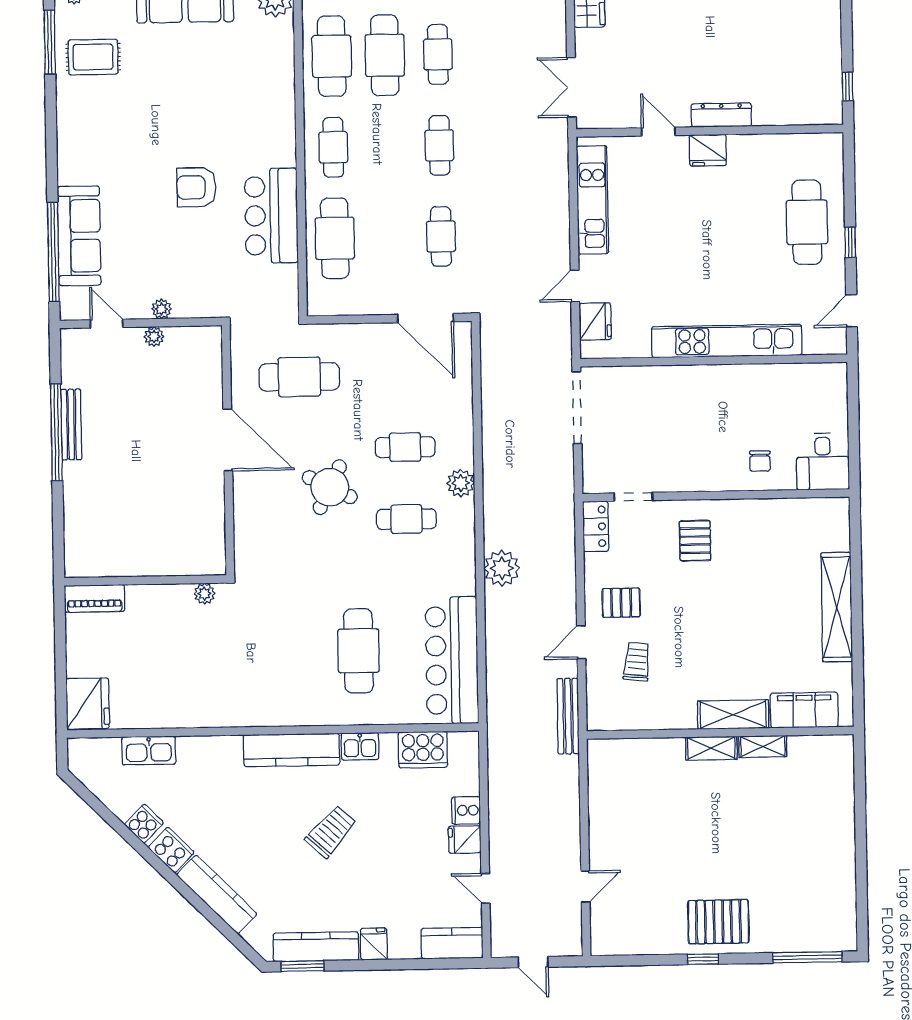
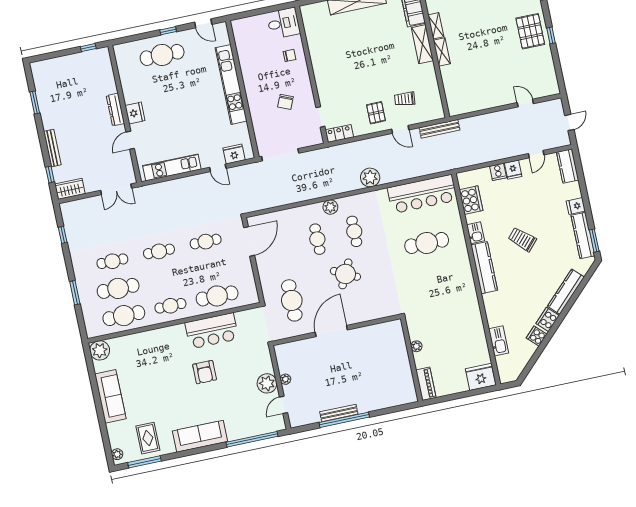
sofa: (79, 236) -> (200, 436), moved
plant: (161, 309) -> (267, 383), width x1.88, depth x1.88
chair: (674, 437) -> (285, 102), added
pallet: (695, 541) -> (337, 81), removed
plant: (204, 594) -> (416, 346), moved

